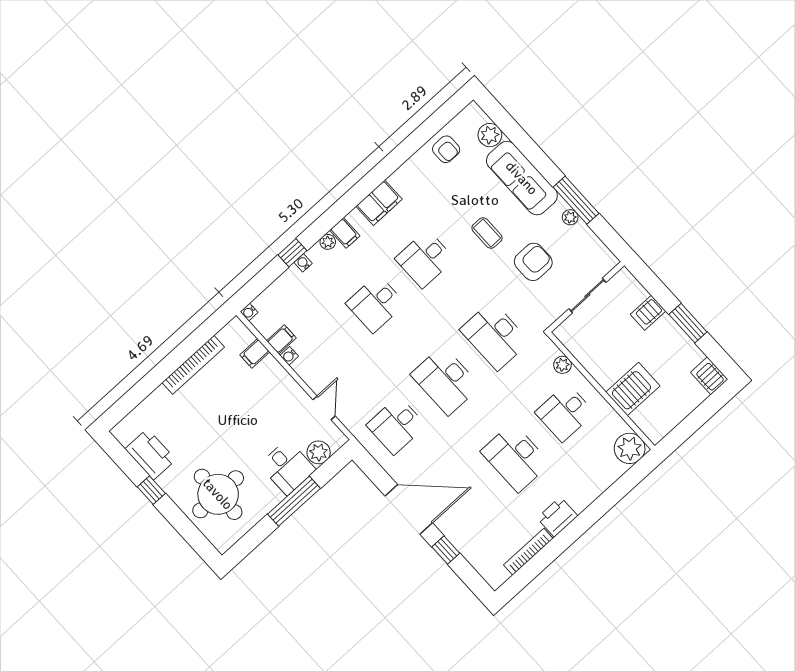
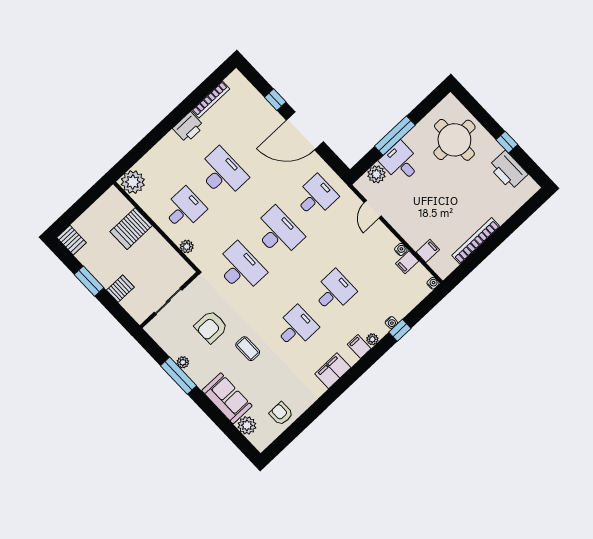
sofa: (522, 178) -> (227, 398), width x0.73

